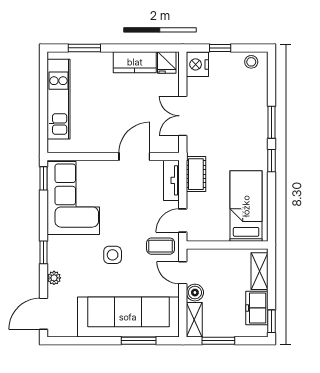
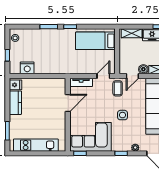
nightstand: (197, 64) -> (27, 68), moved
double door: (183, 116) -> (45, 76), removed
door: (134, 156) -> (68, 103), swing flipped
cot: (196, 174) -> (78, 69), removed
door: (183, 220) -> (103, 76), swing flipped

